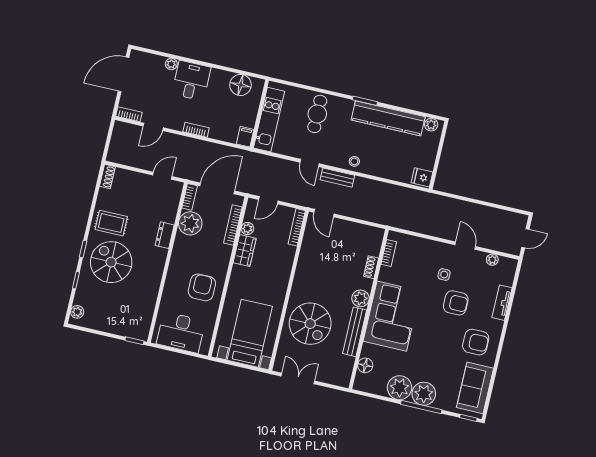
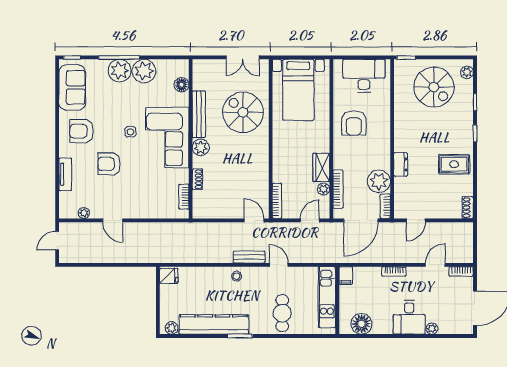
spiral stairs: (111, 262) -> (434, 87), moved
side table: (444, 275) -> (130, 132), moved

